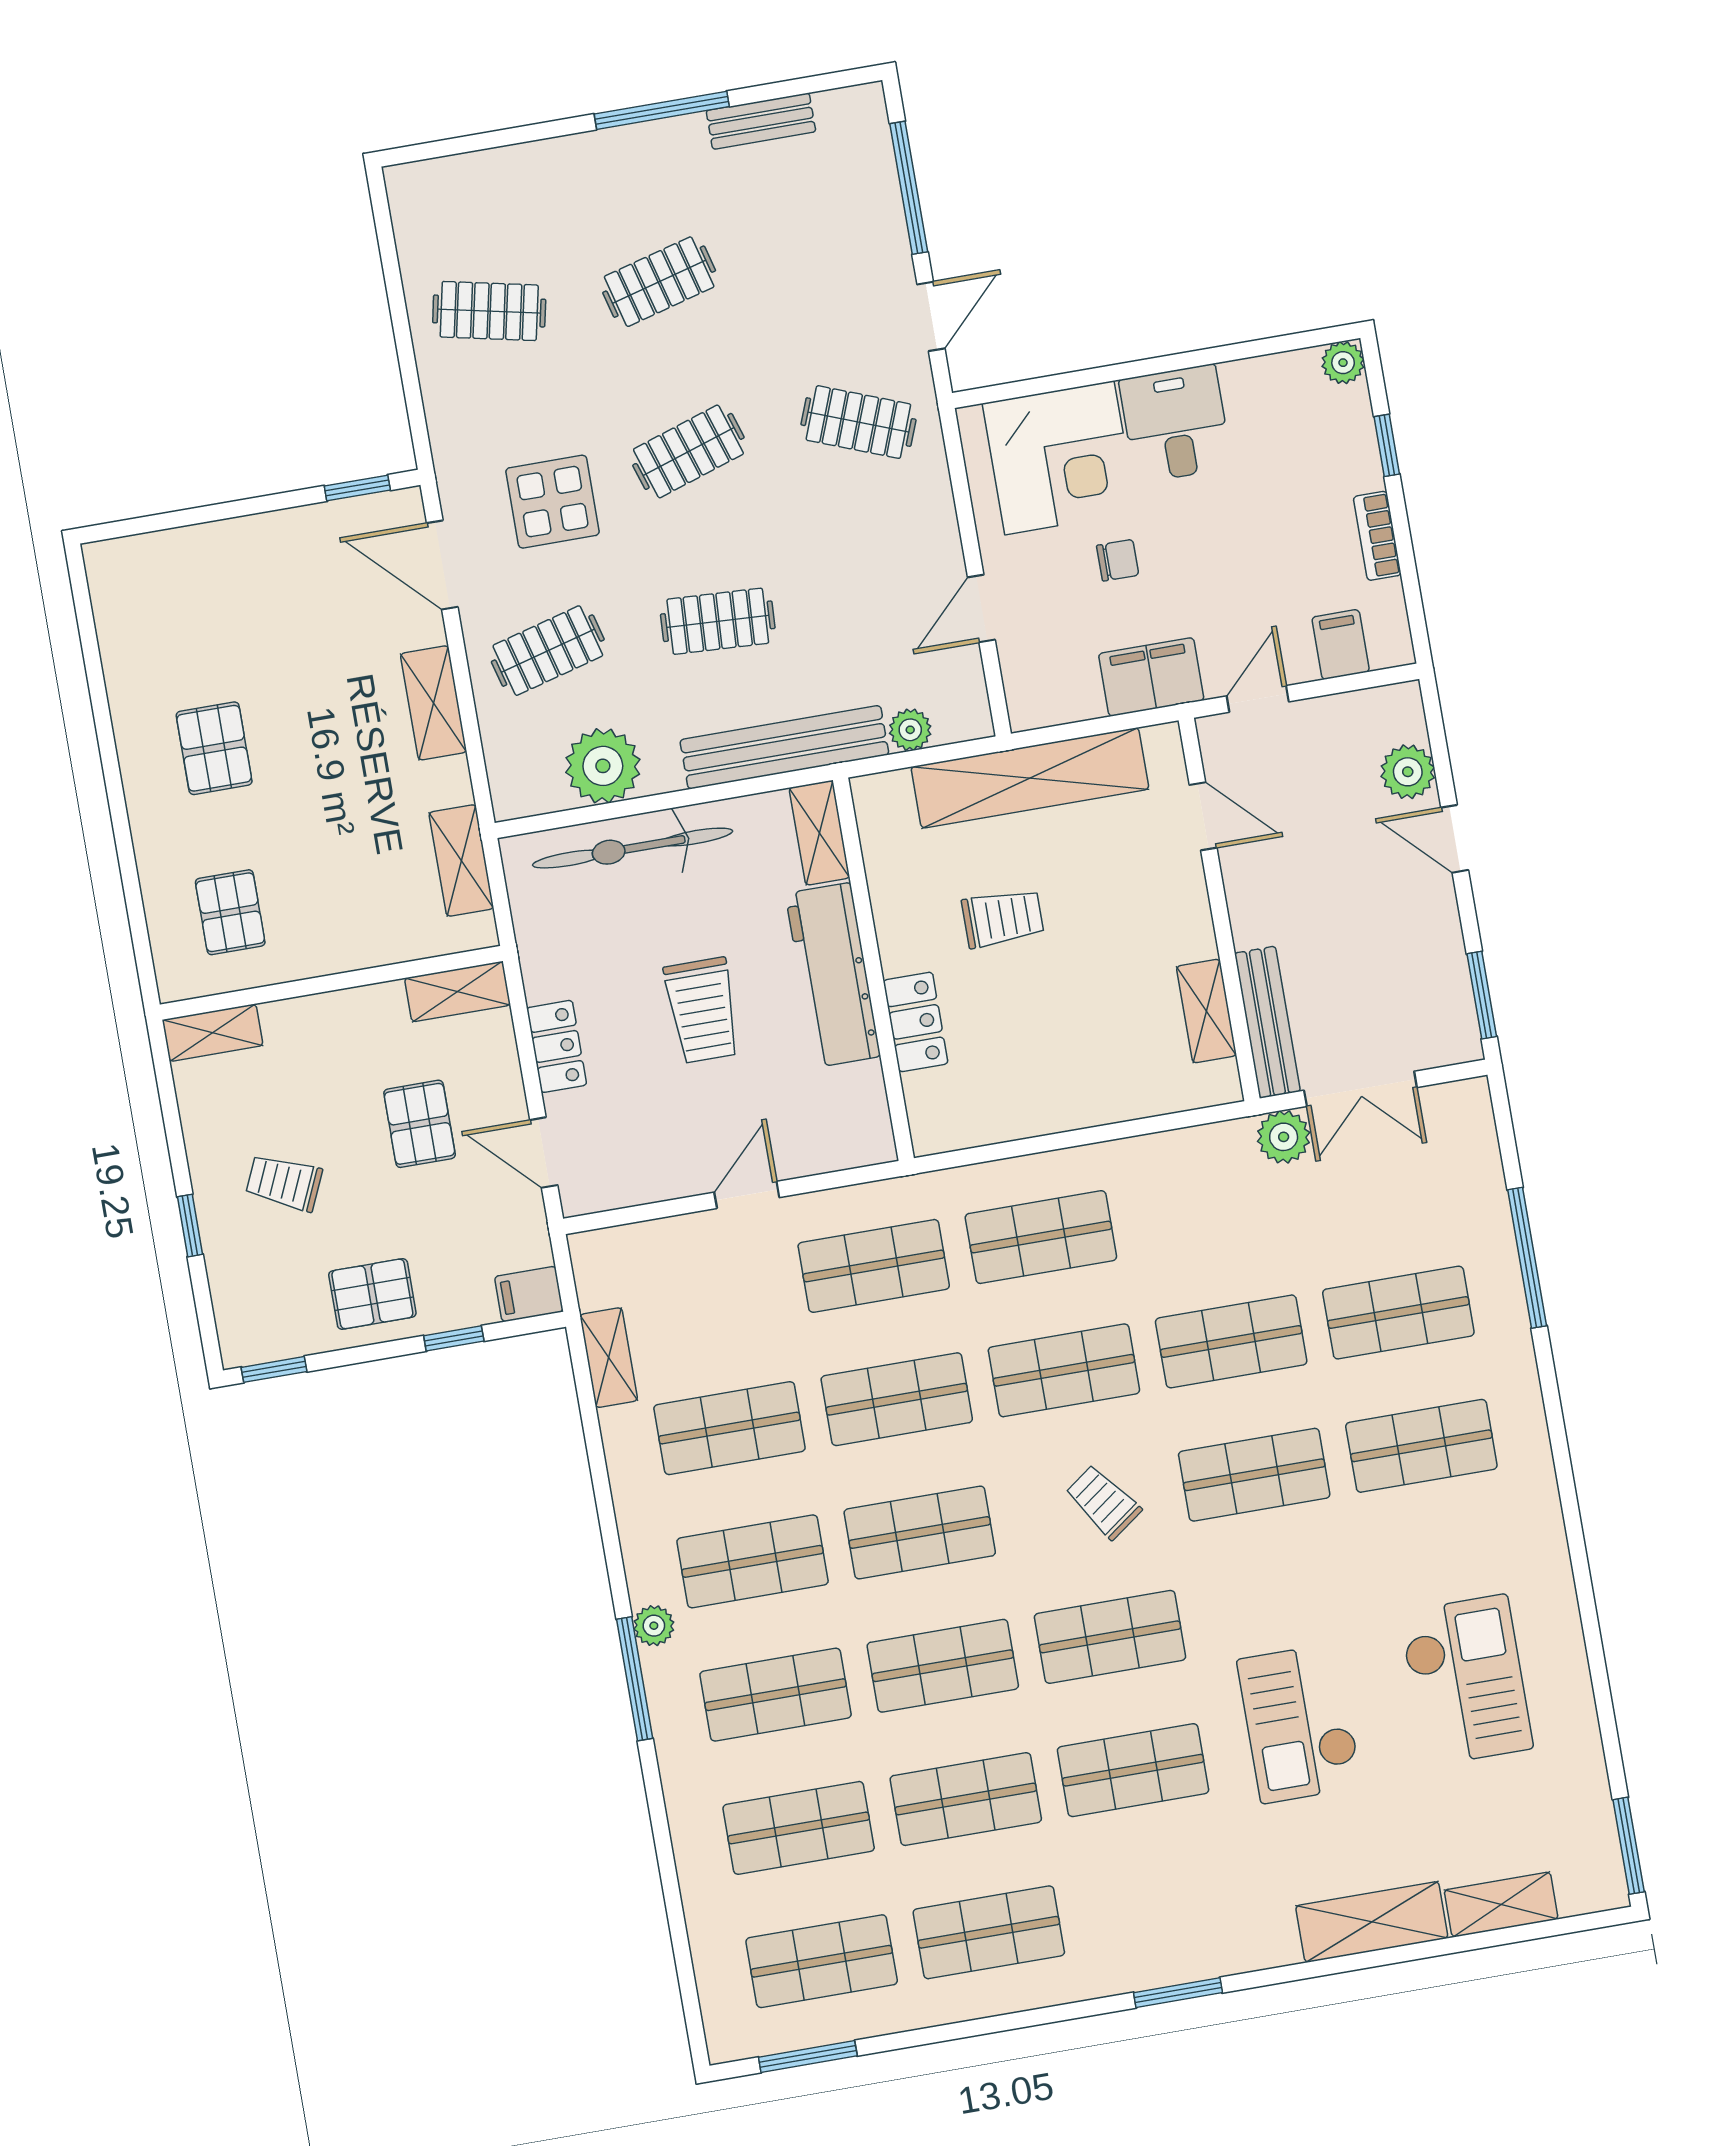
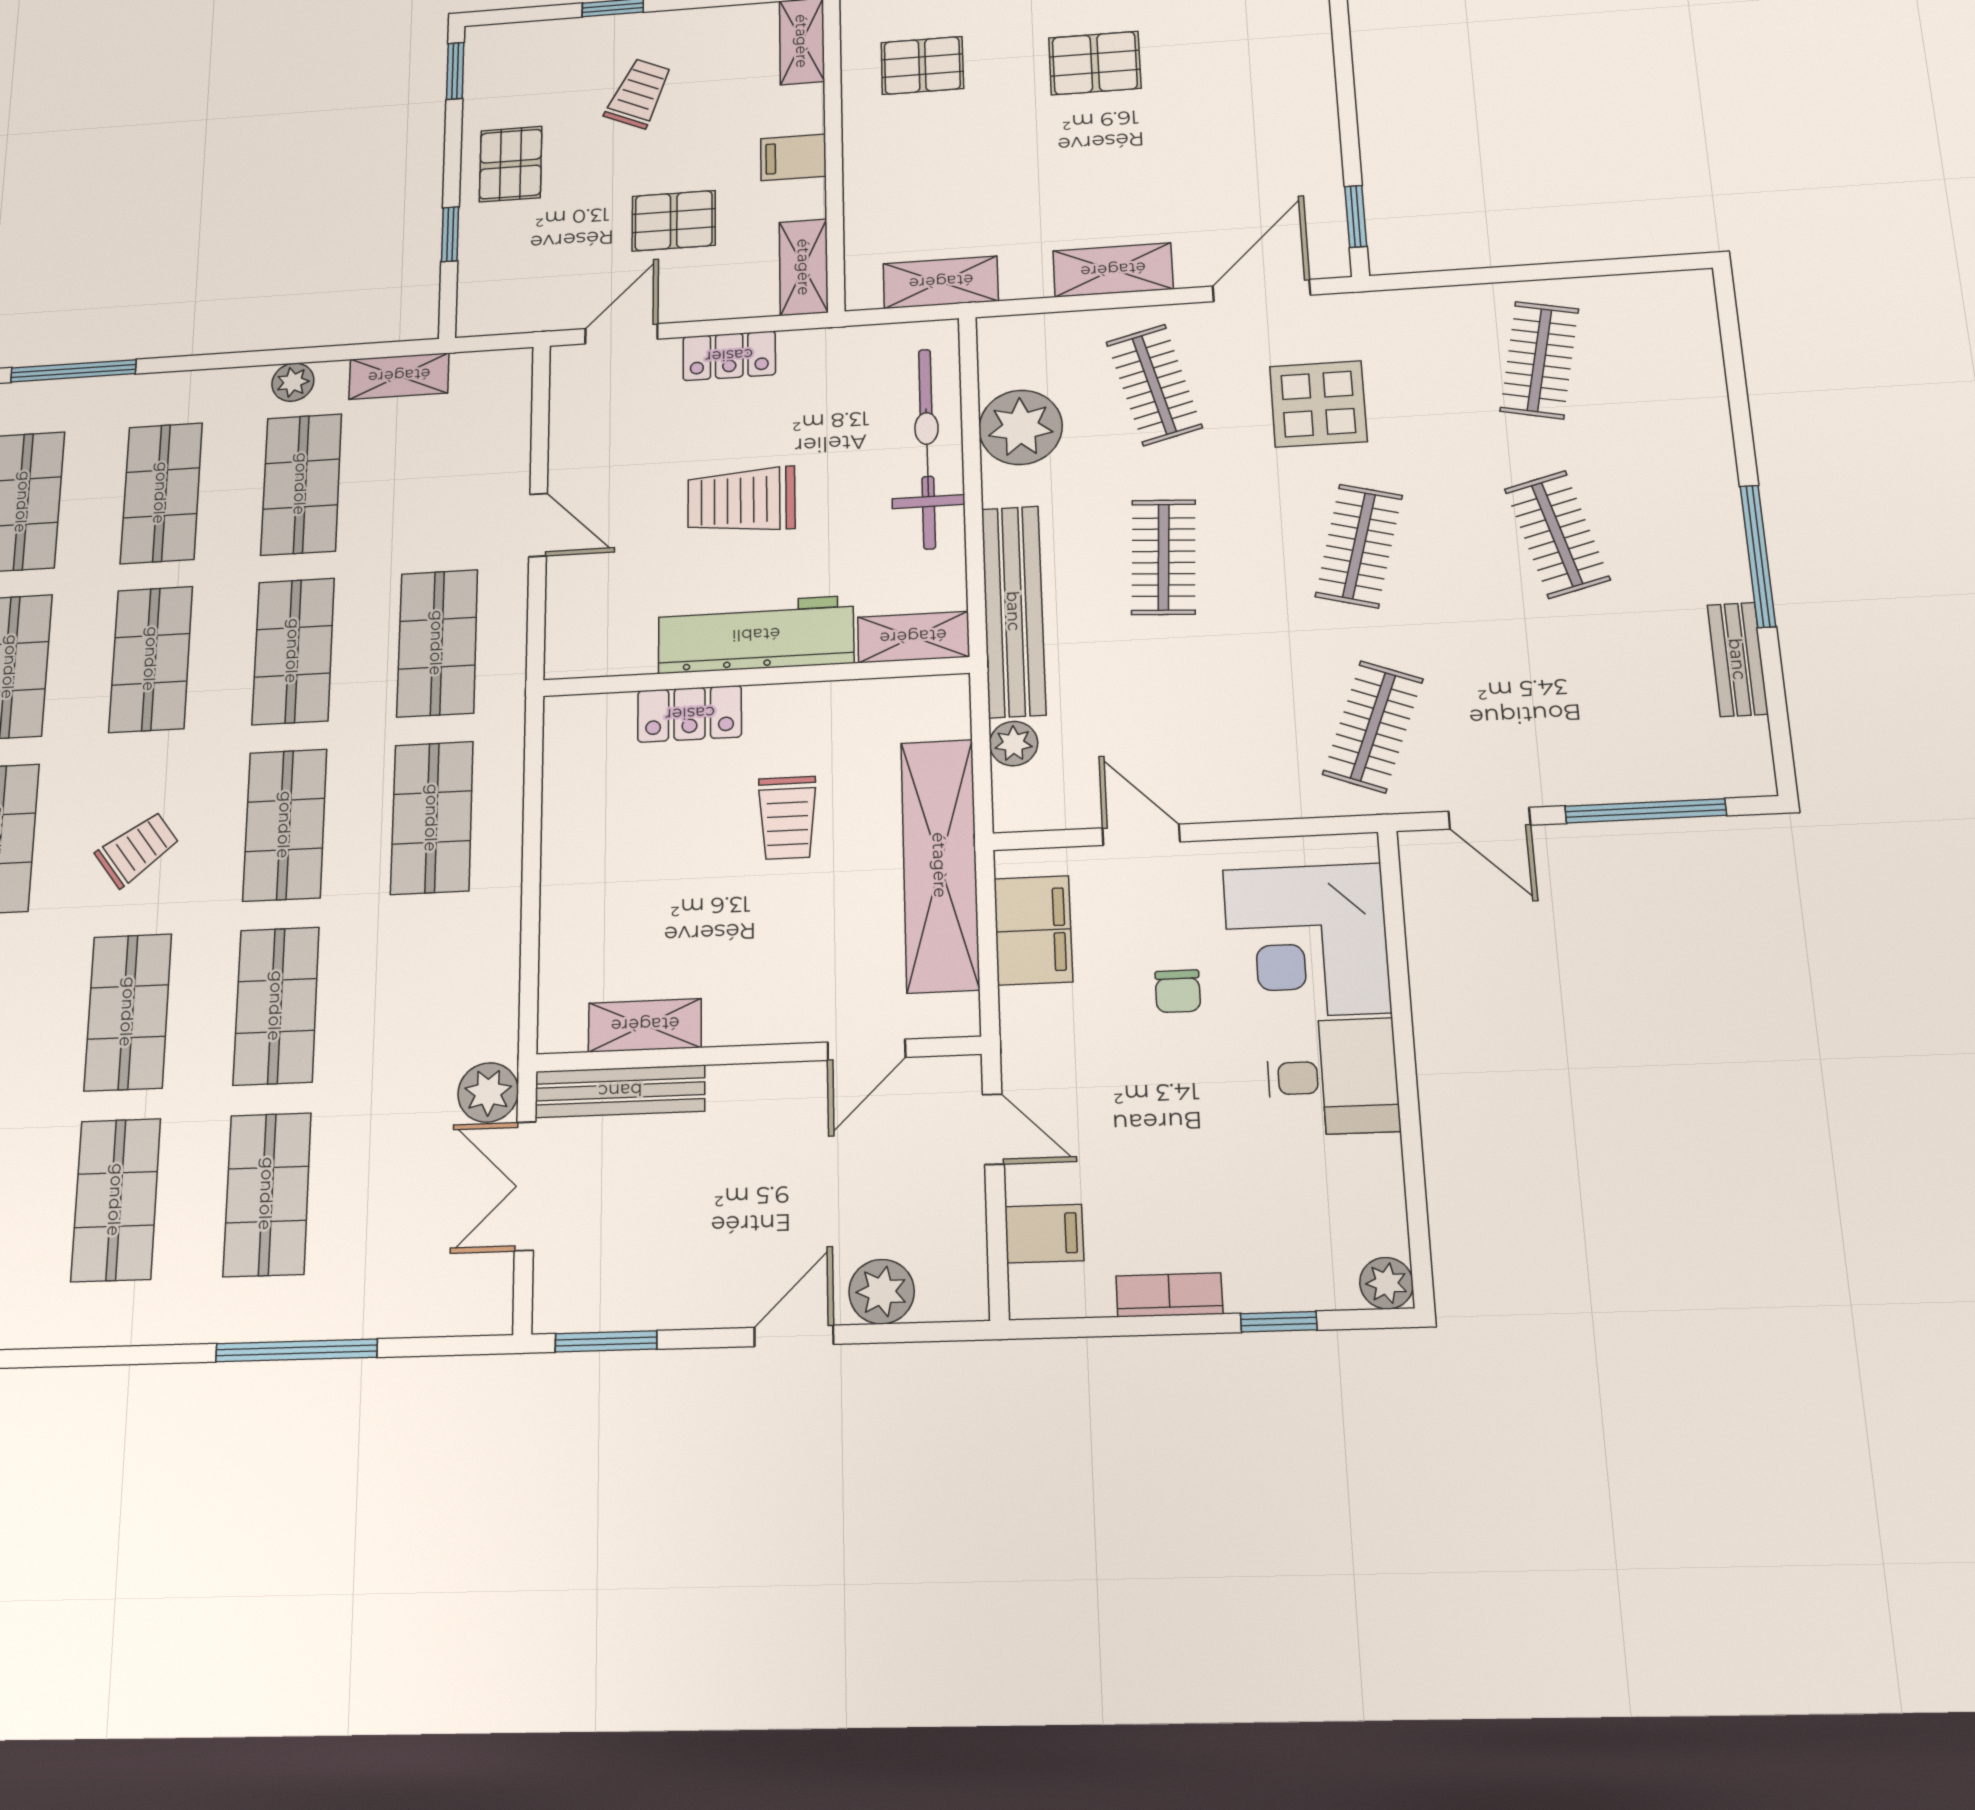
clothes rail: (688, 451) -> (1359, 546), turned 33
filing cabinet: (1151, 677) -> (1033, 930), moved
filing cabinet: (529, 1294) -> (793, 157), moved, turned -90
plant: (654, 1626) -> (293, 382), moved

